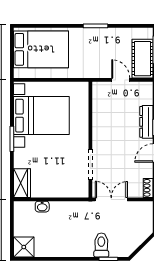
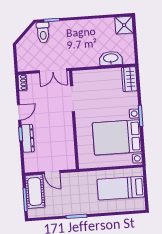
bed: (41, 49) -> (121, 188), width x0.67
washbasin: (42, 207) -> (111, 58), width x1.91, depth x1.45
toilet: (101, 245) -> (43, 32), moved

